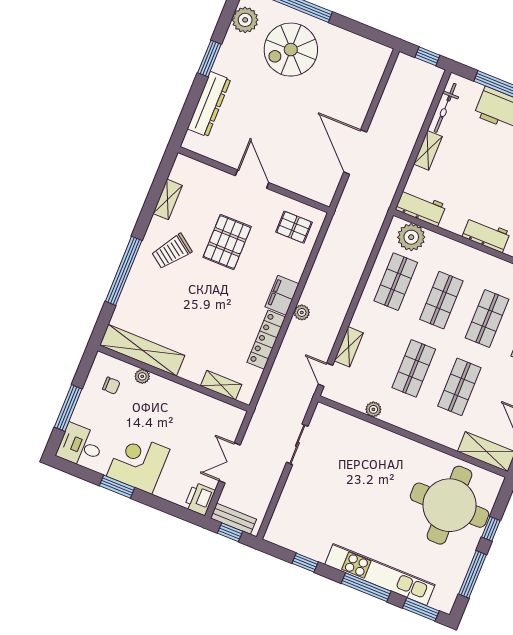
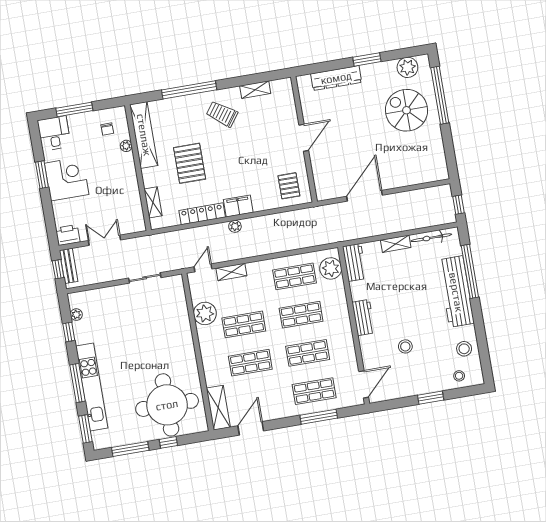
pallet: (227, 242) -> (190, 163), moved, turned 90
plant: (373, 409) -> (205, 313), width x1.87, depth x1.87
plant: (291, 543) -> (76, 315), added

